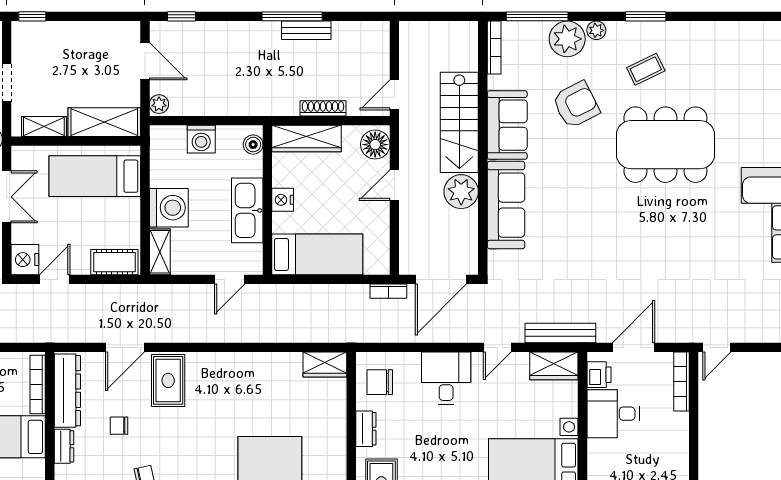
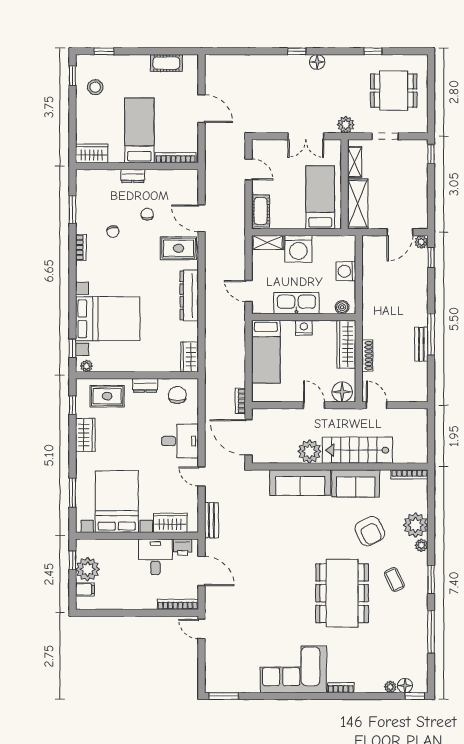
window: (537, 16) -> (431, 632), moved
plant: (159, 104) -> (421, 242), moved
nightstand: (25, 260) -> (262, 149), removed
bench: (560, 333) -> (211, 520), width x0.73
wardrobe: (554, 366) -> (170, 523), moved, turned 90
dresser: (67, 391) -> (189, 295), moved, turned 90

